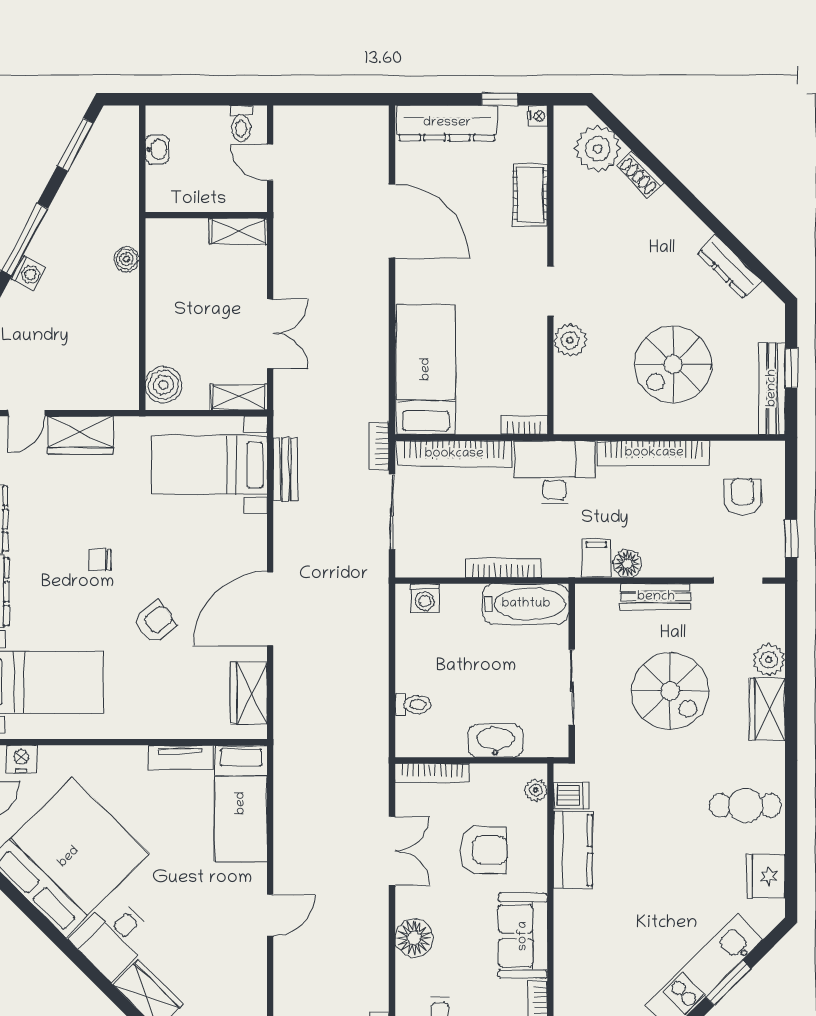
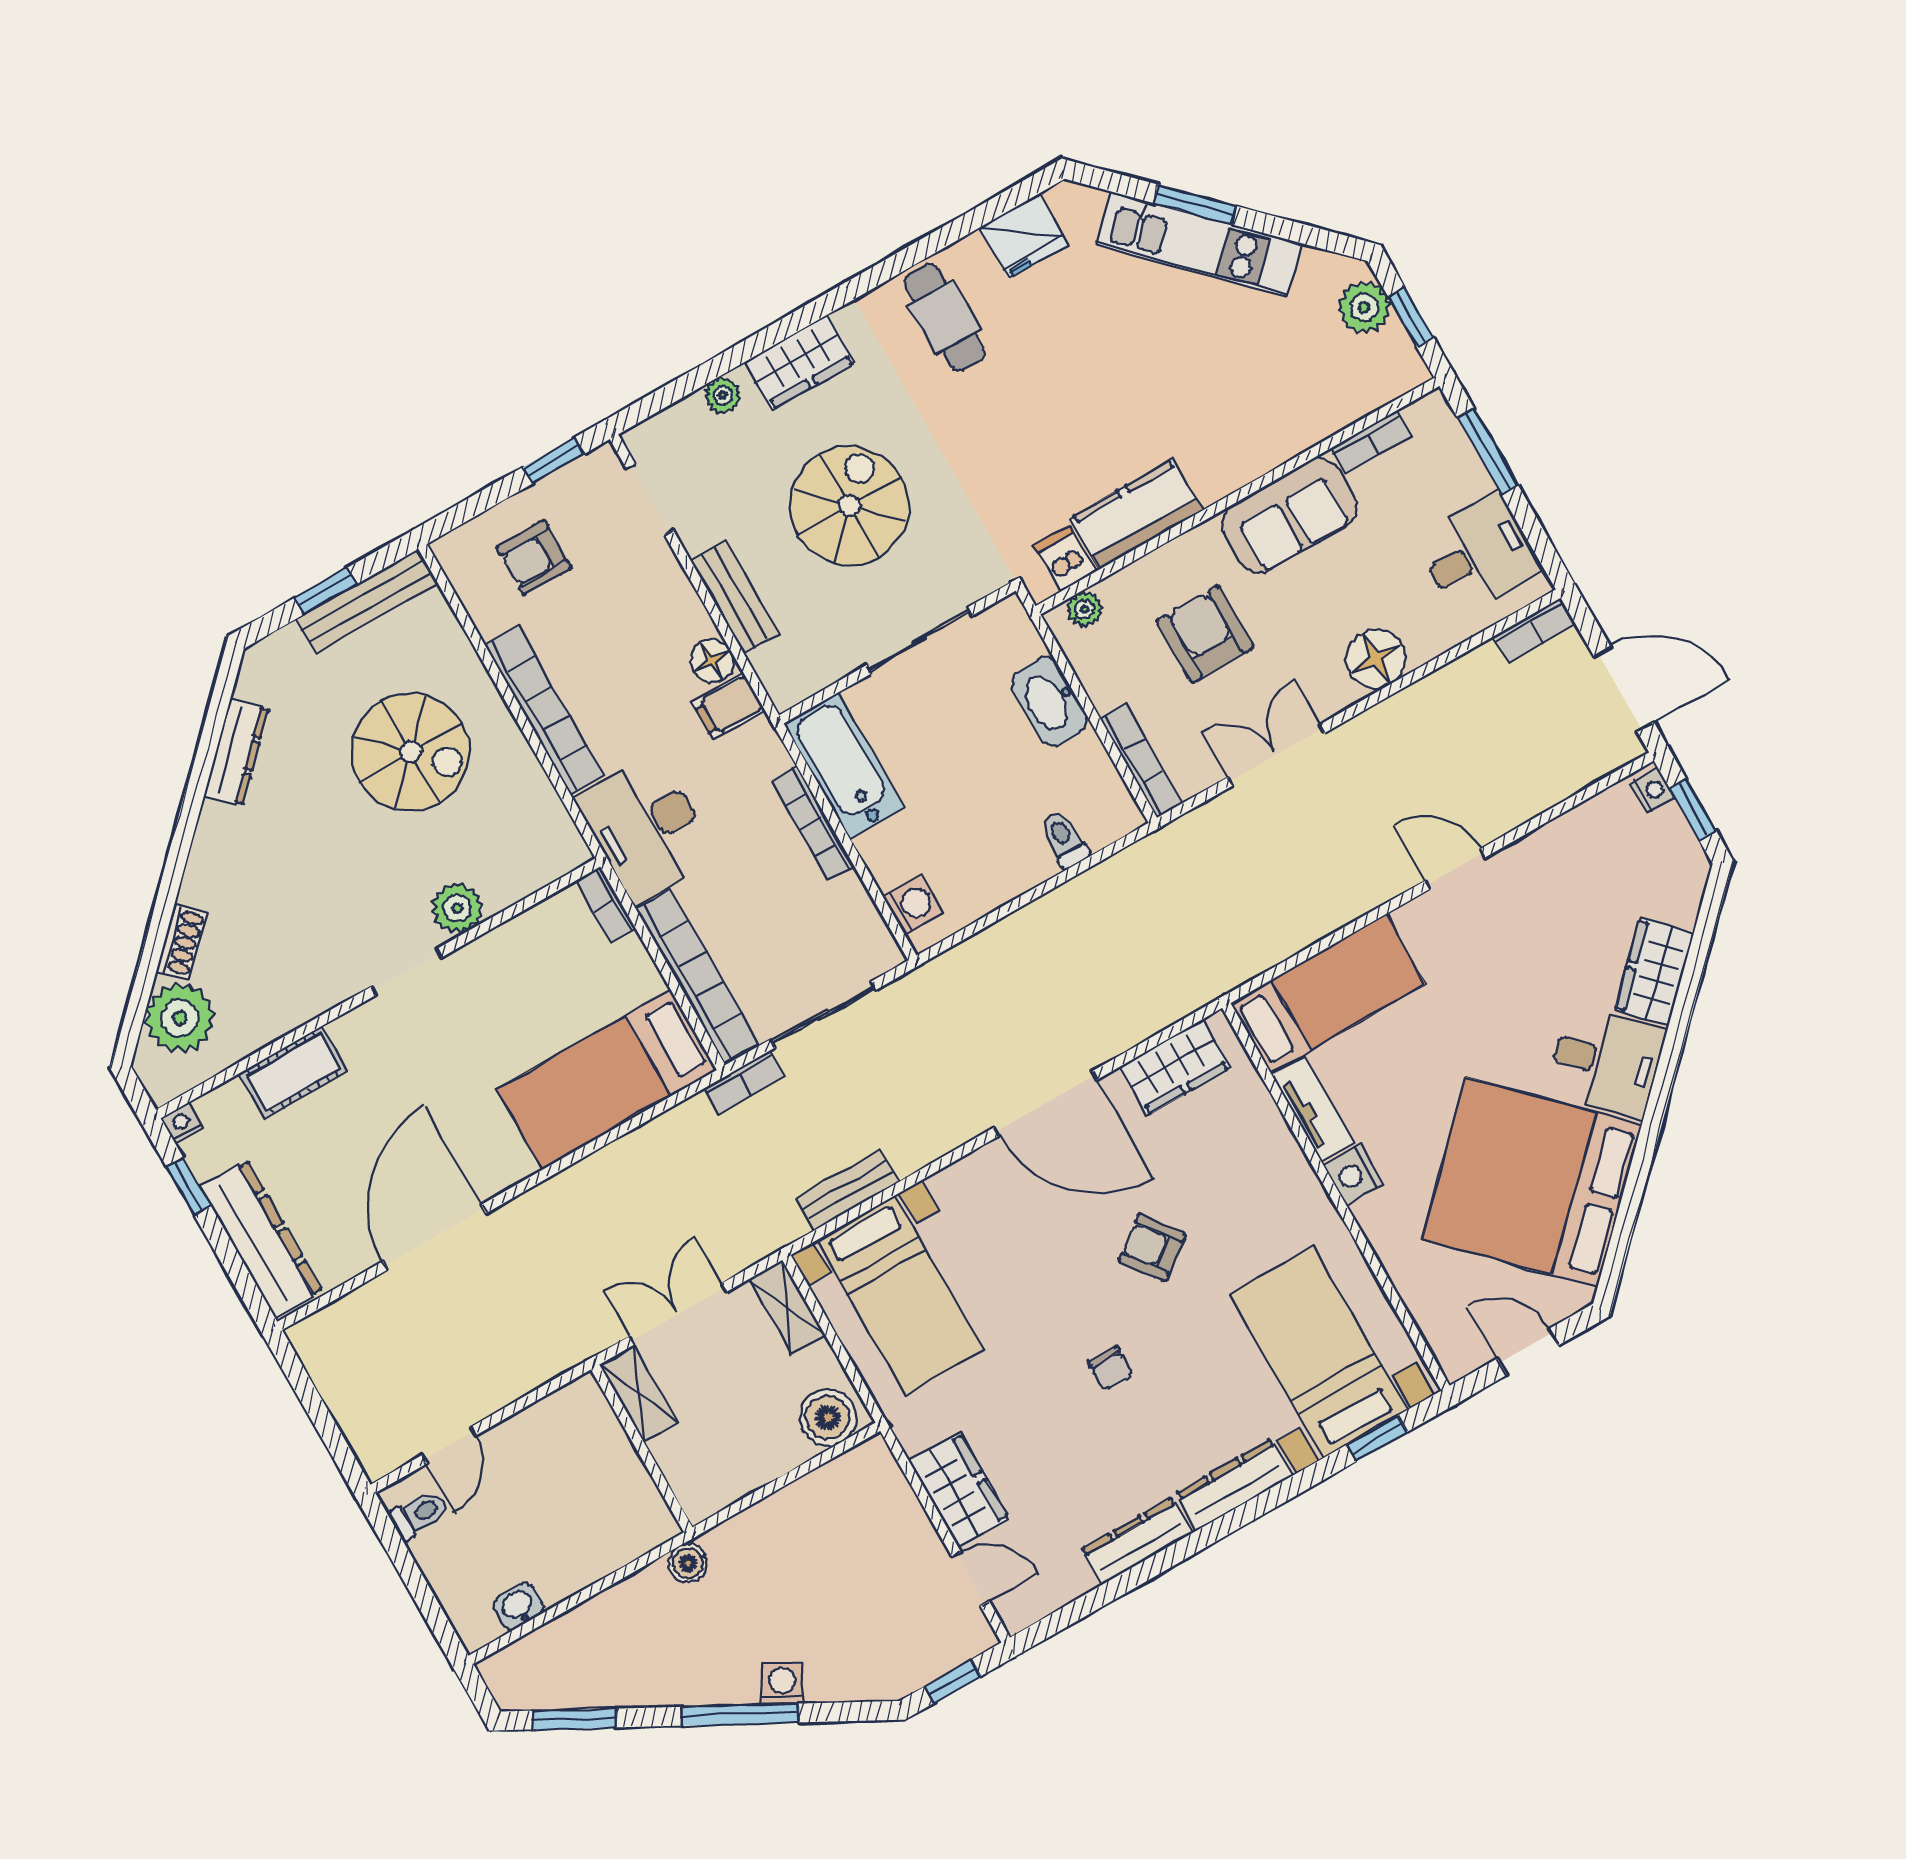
wall: (206, 215) -> (642, 1448), moved
shelving: (238, 231) -> (639, 1393), moved
plant: (769, 660) -> (723, 395), width x0.73, depth x0.73
nightstand: (21, 759) -> (1353, 1175), moved

